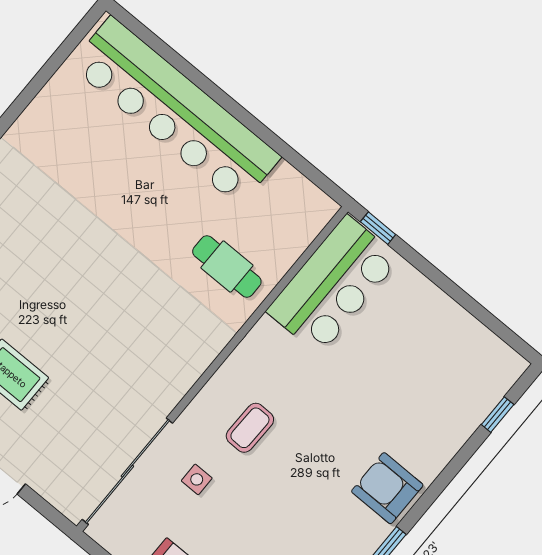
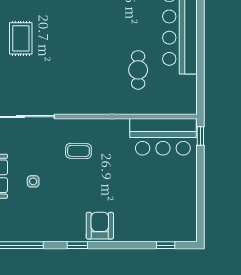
cafe table: (227, 267) -> (138, 70), moved
side table: (197, 479) -> (33, 181), moved

